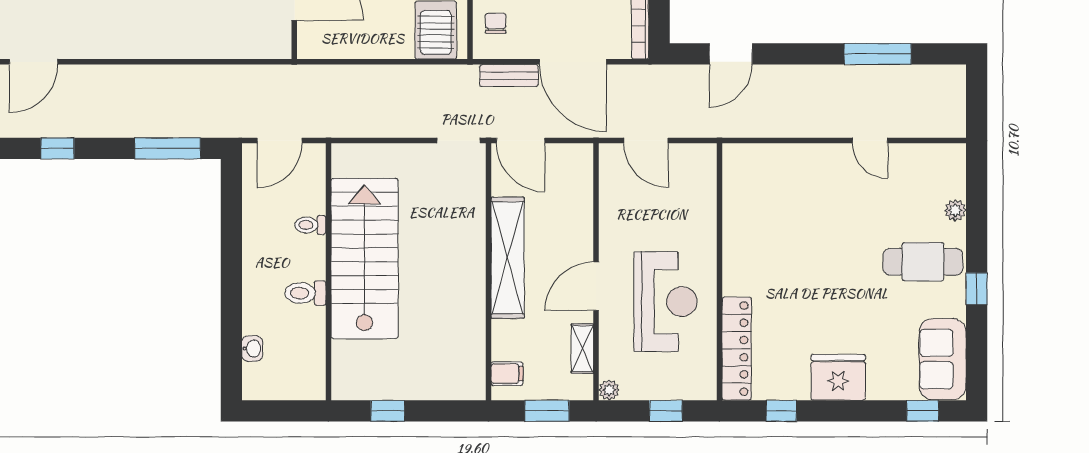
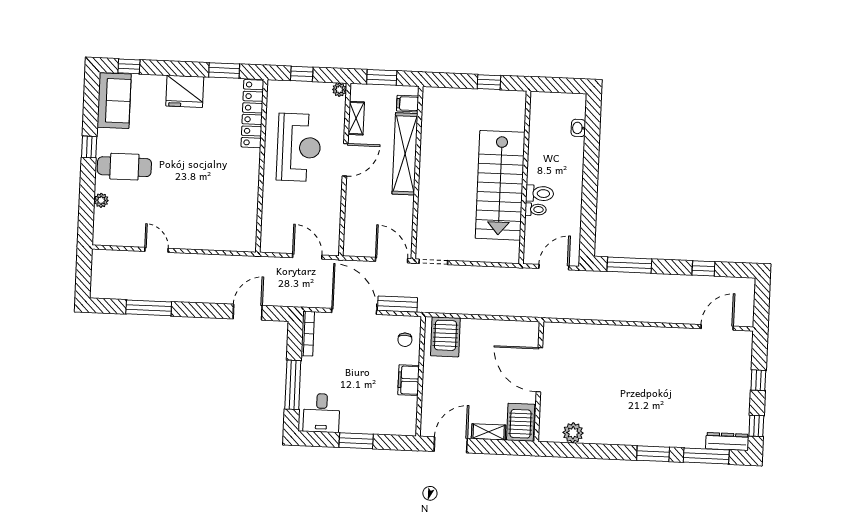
shelving: (508, 258) -> (405, 154), moved
toilet: (305, 293) -> (540, 193), moved
reception desk: (665, 302) -> (299, 147), turned 180
window: (781, 411) -> (224, 71), width x1.50

